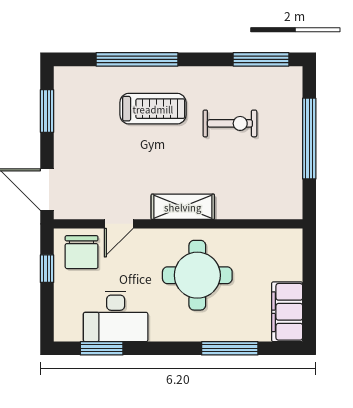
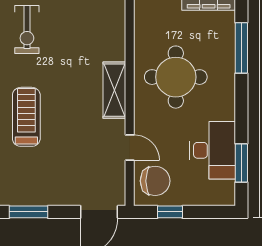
exercise bike: (230, 123) -> (27, 29), moved, turned 180

